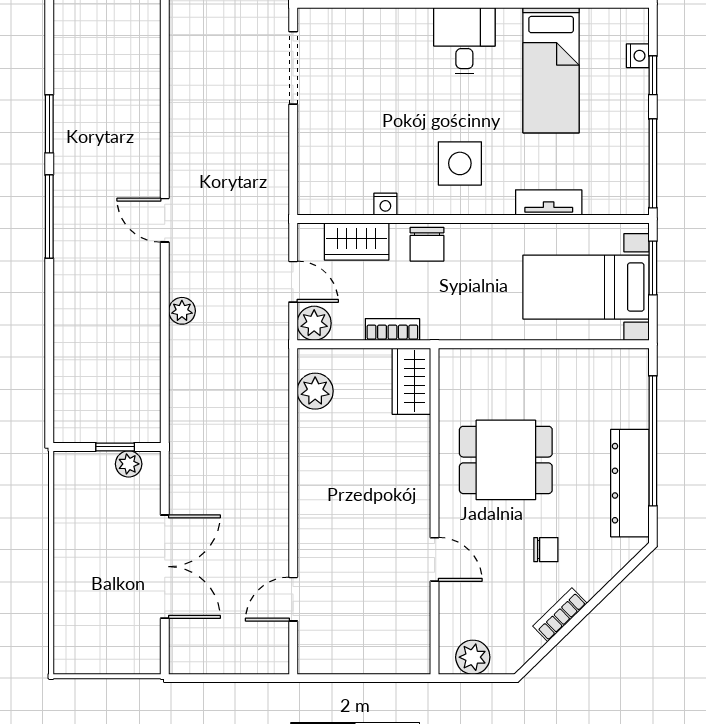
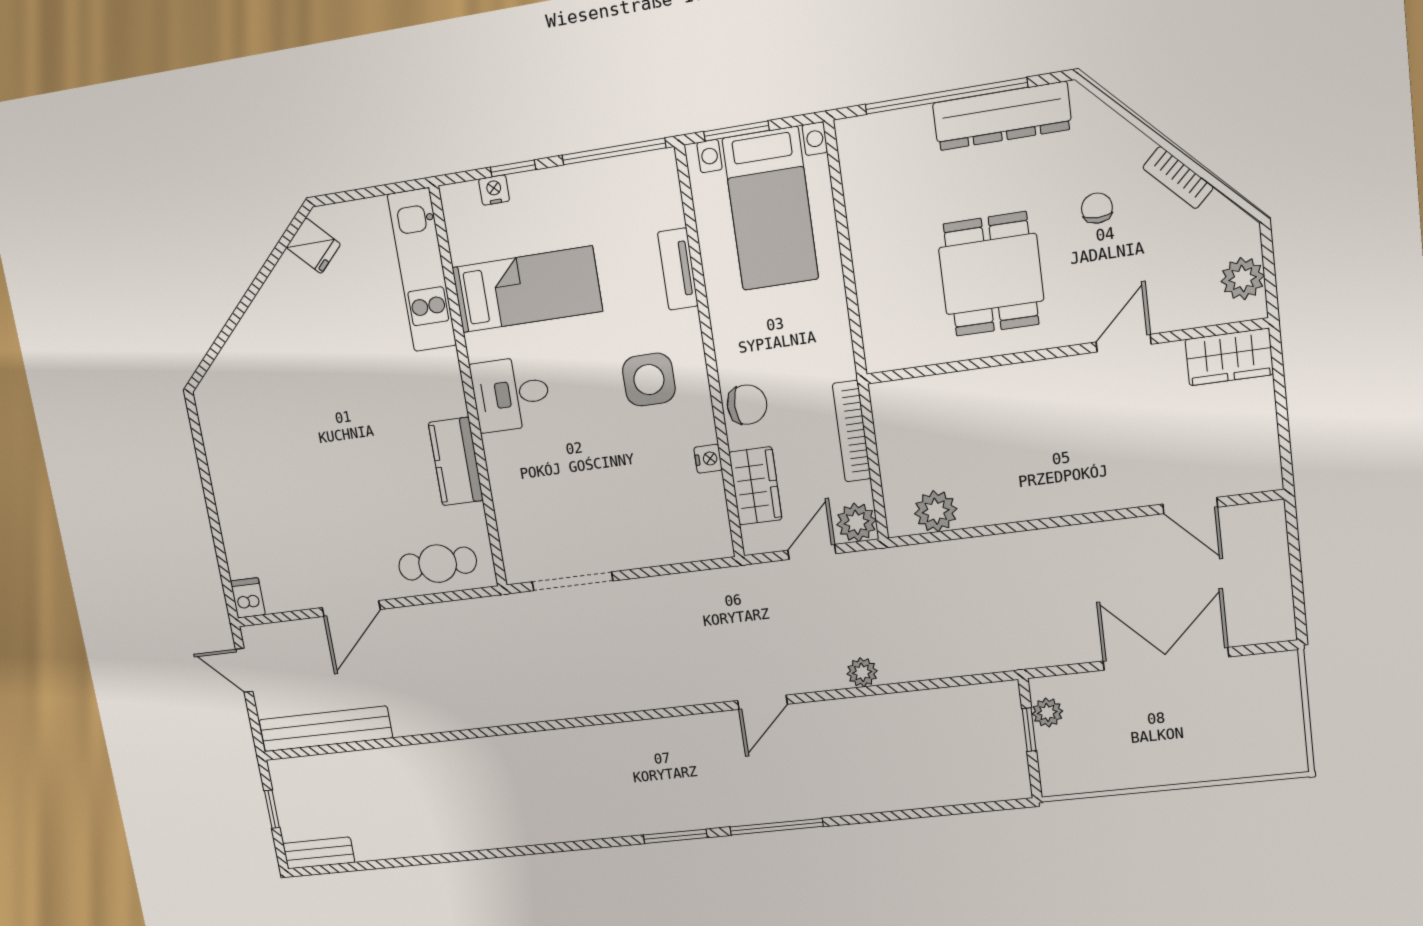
bookcase: (392, 329) -> (852, 431), width x1.56
wardrobe: (411, 381) -> (1229, 357), moved

